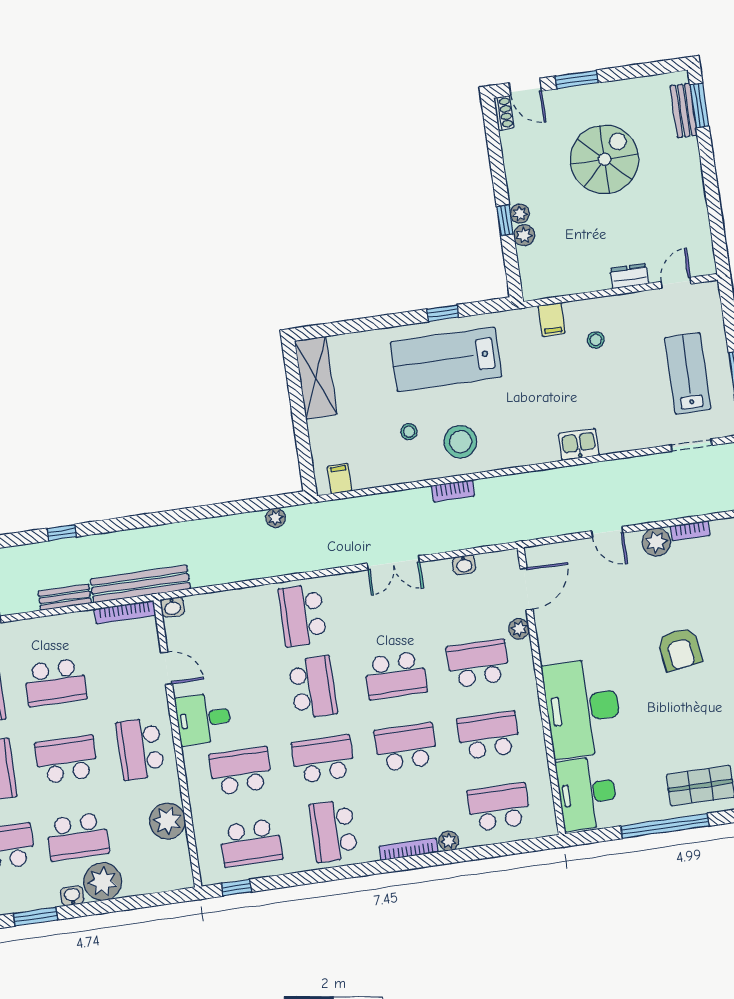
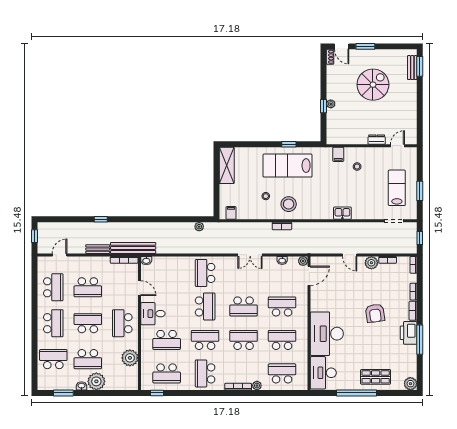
plant: (524, 235) -> (331, 114), removed
plant: (519, 629) -> (303, 261), moved
school desk: (241, 771) -> (167, 340), turned 180

